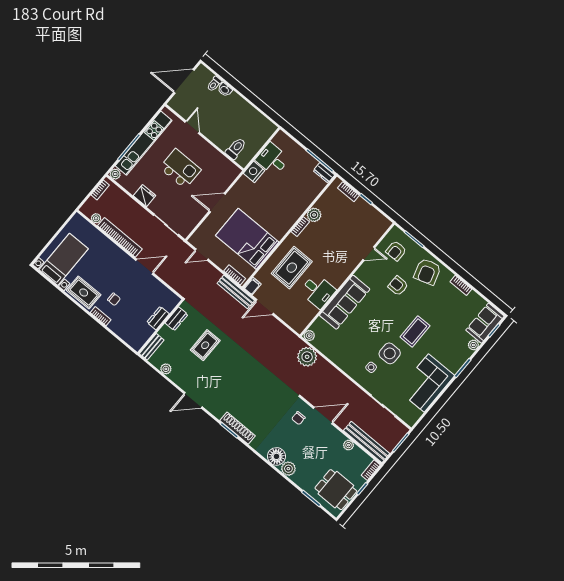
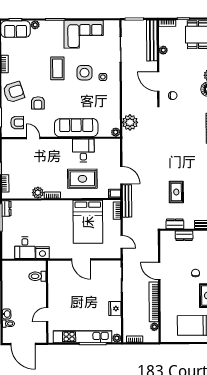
kitchen island: (180, 169) -> (79, 300), removed
coffee table: (415, 331) -> (57, 68), turned 90
rug: (205, 345) -> (176, 192), turned 90

